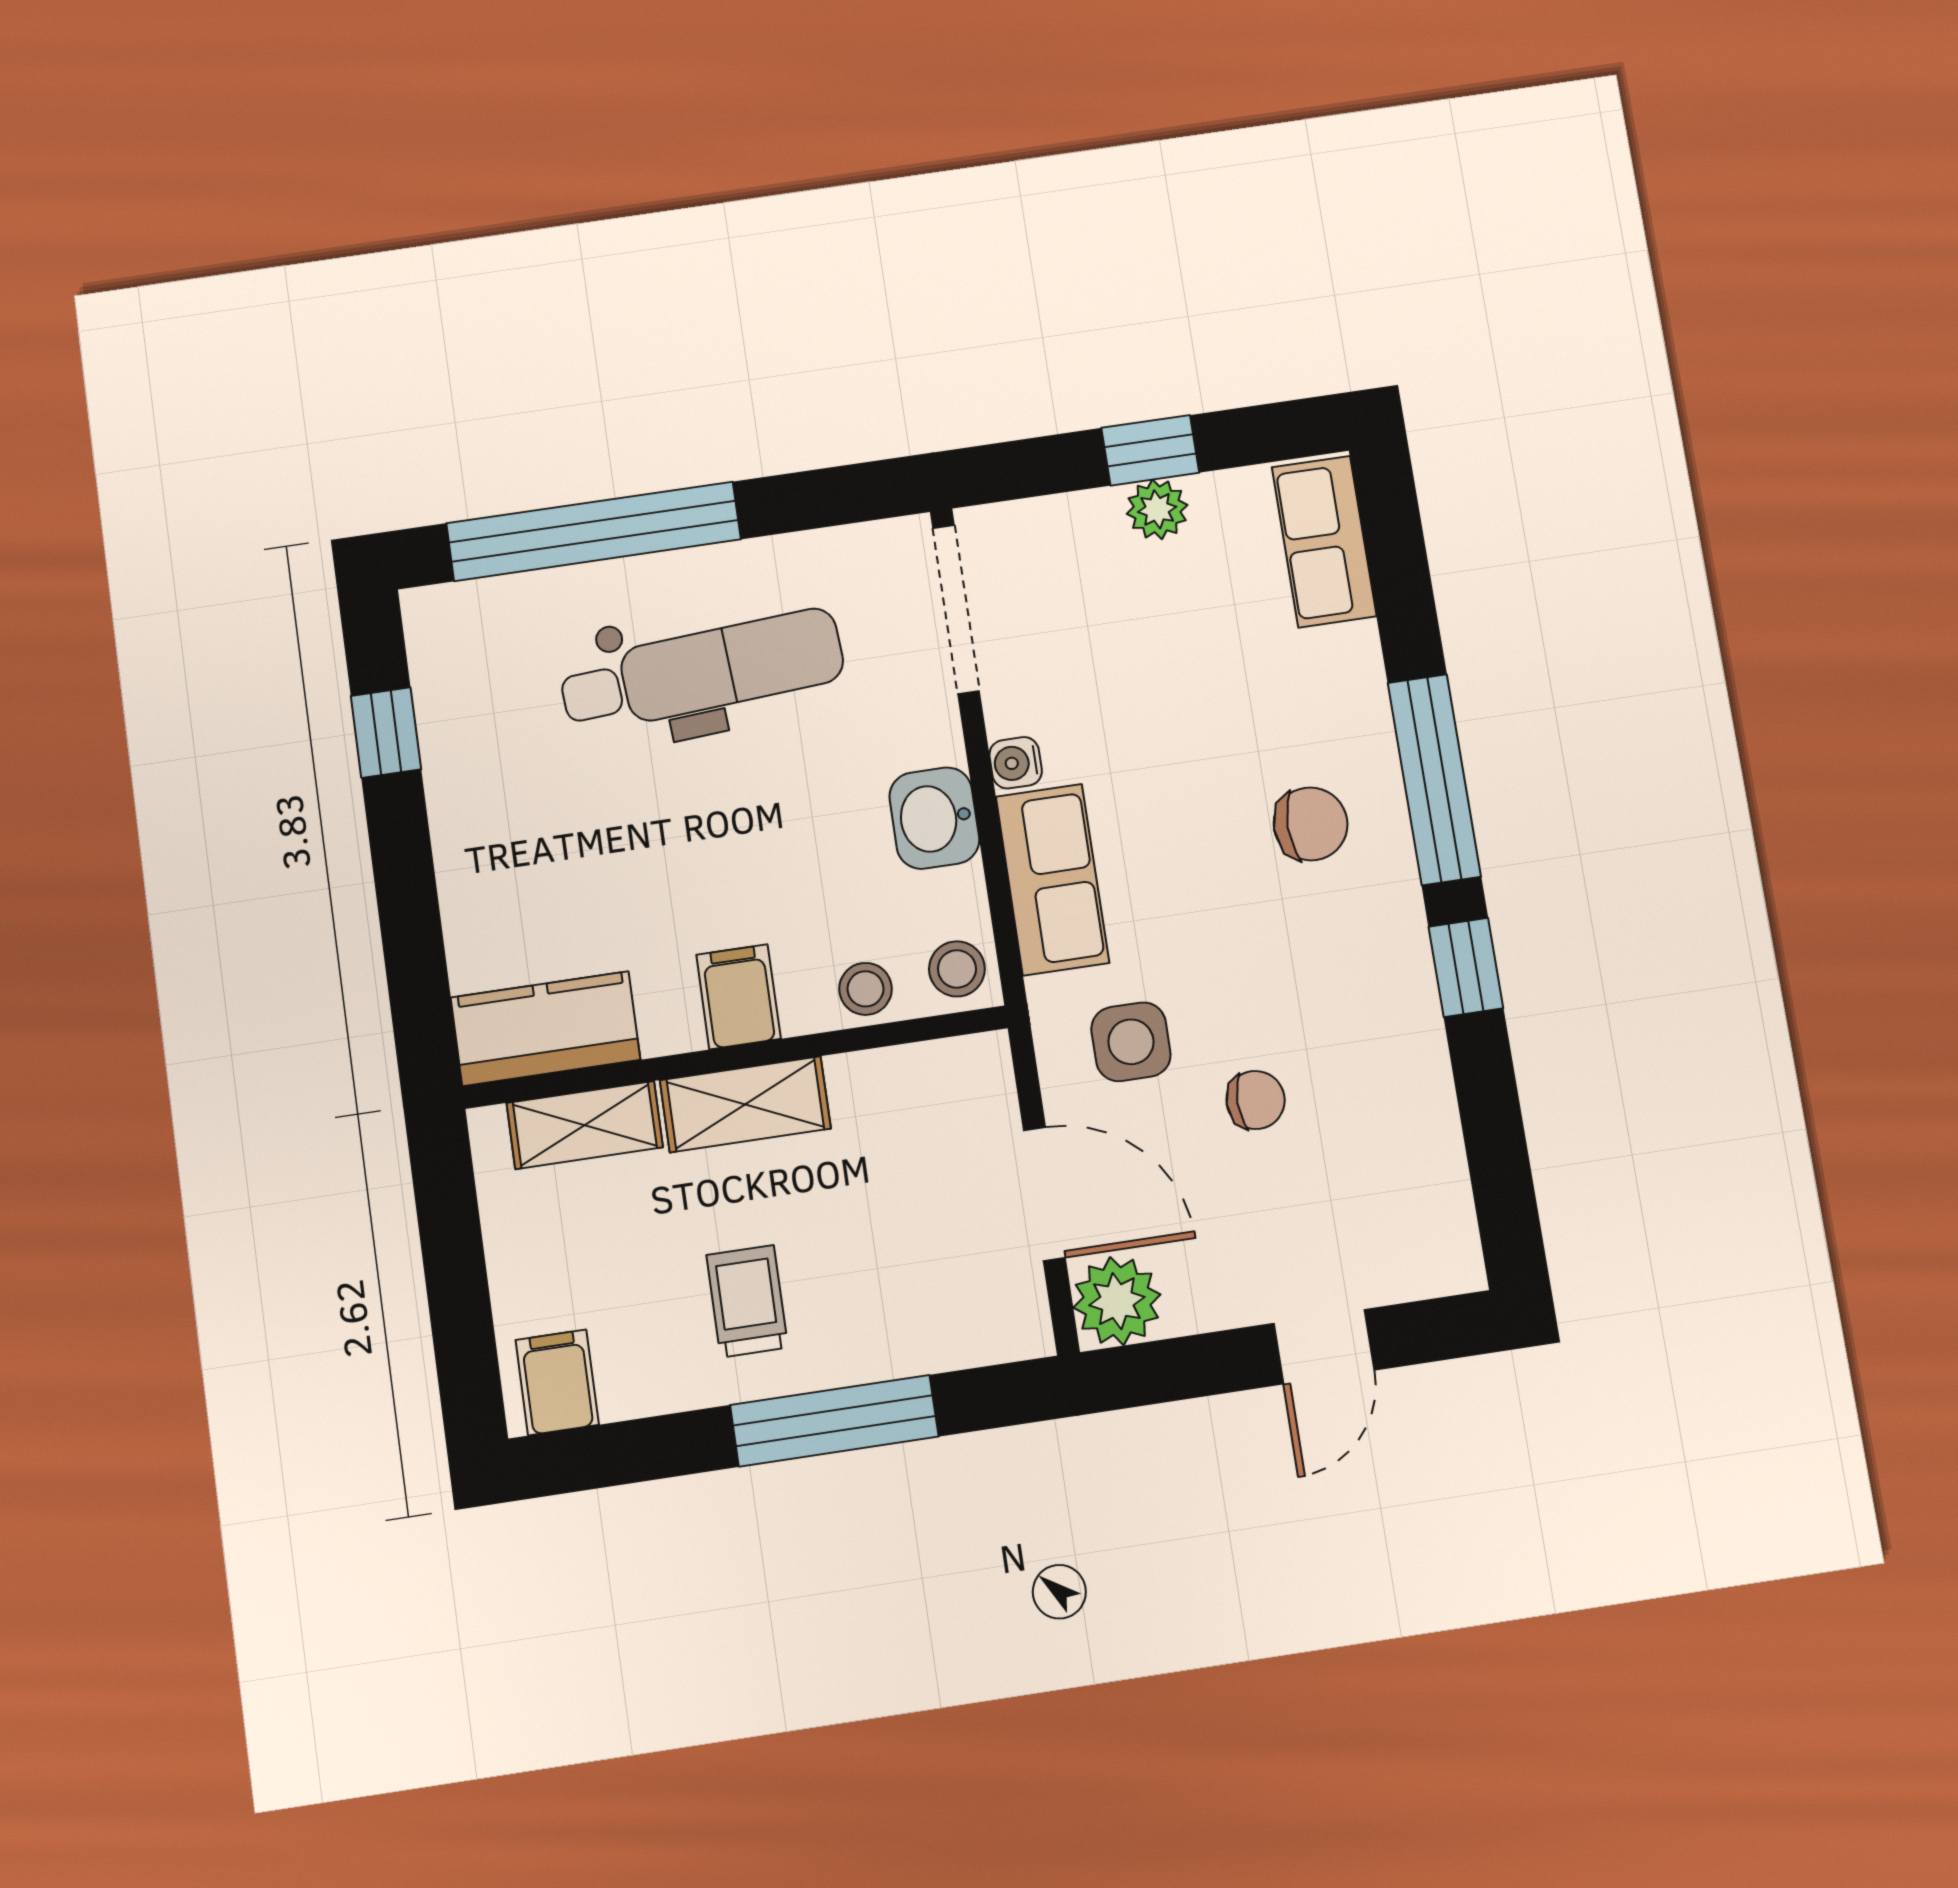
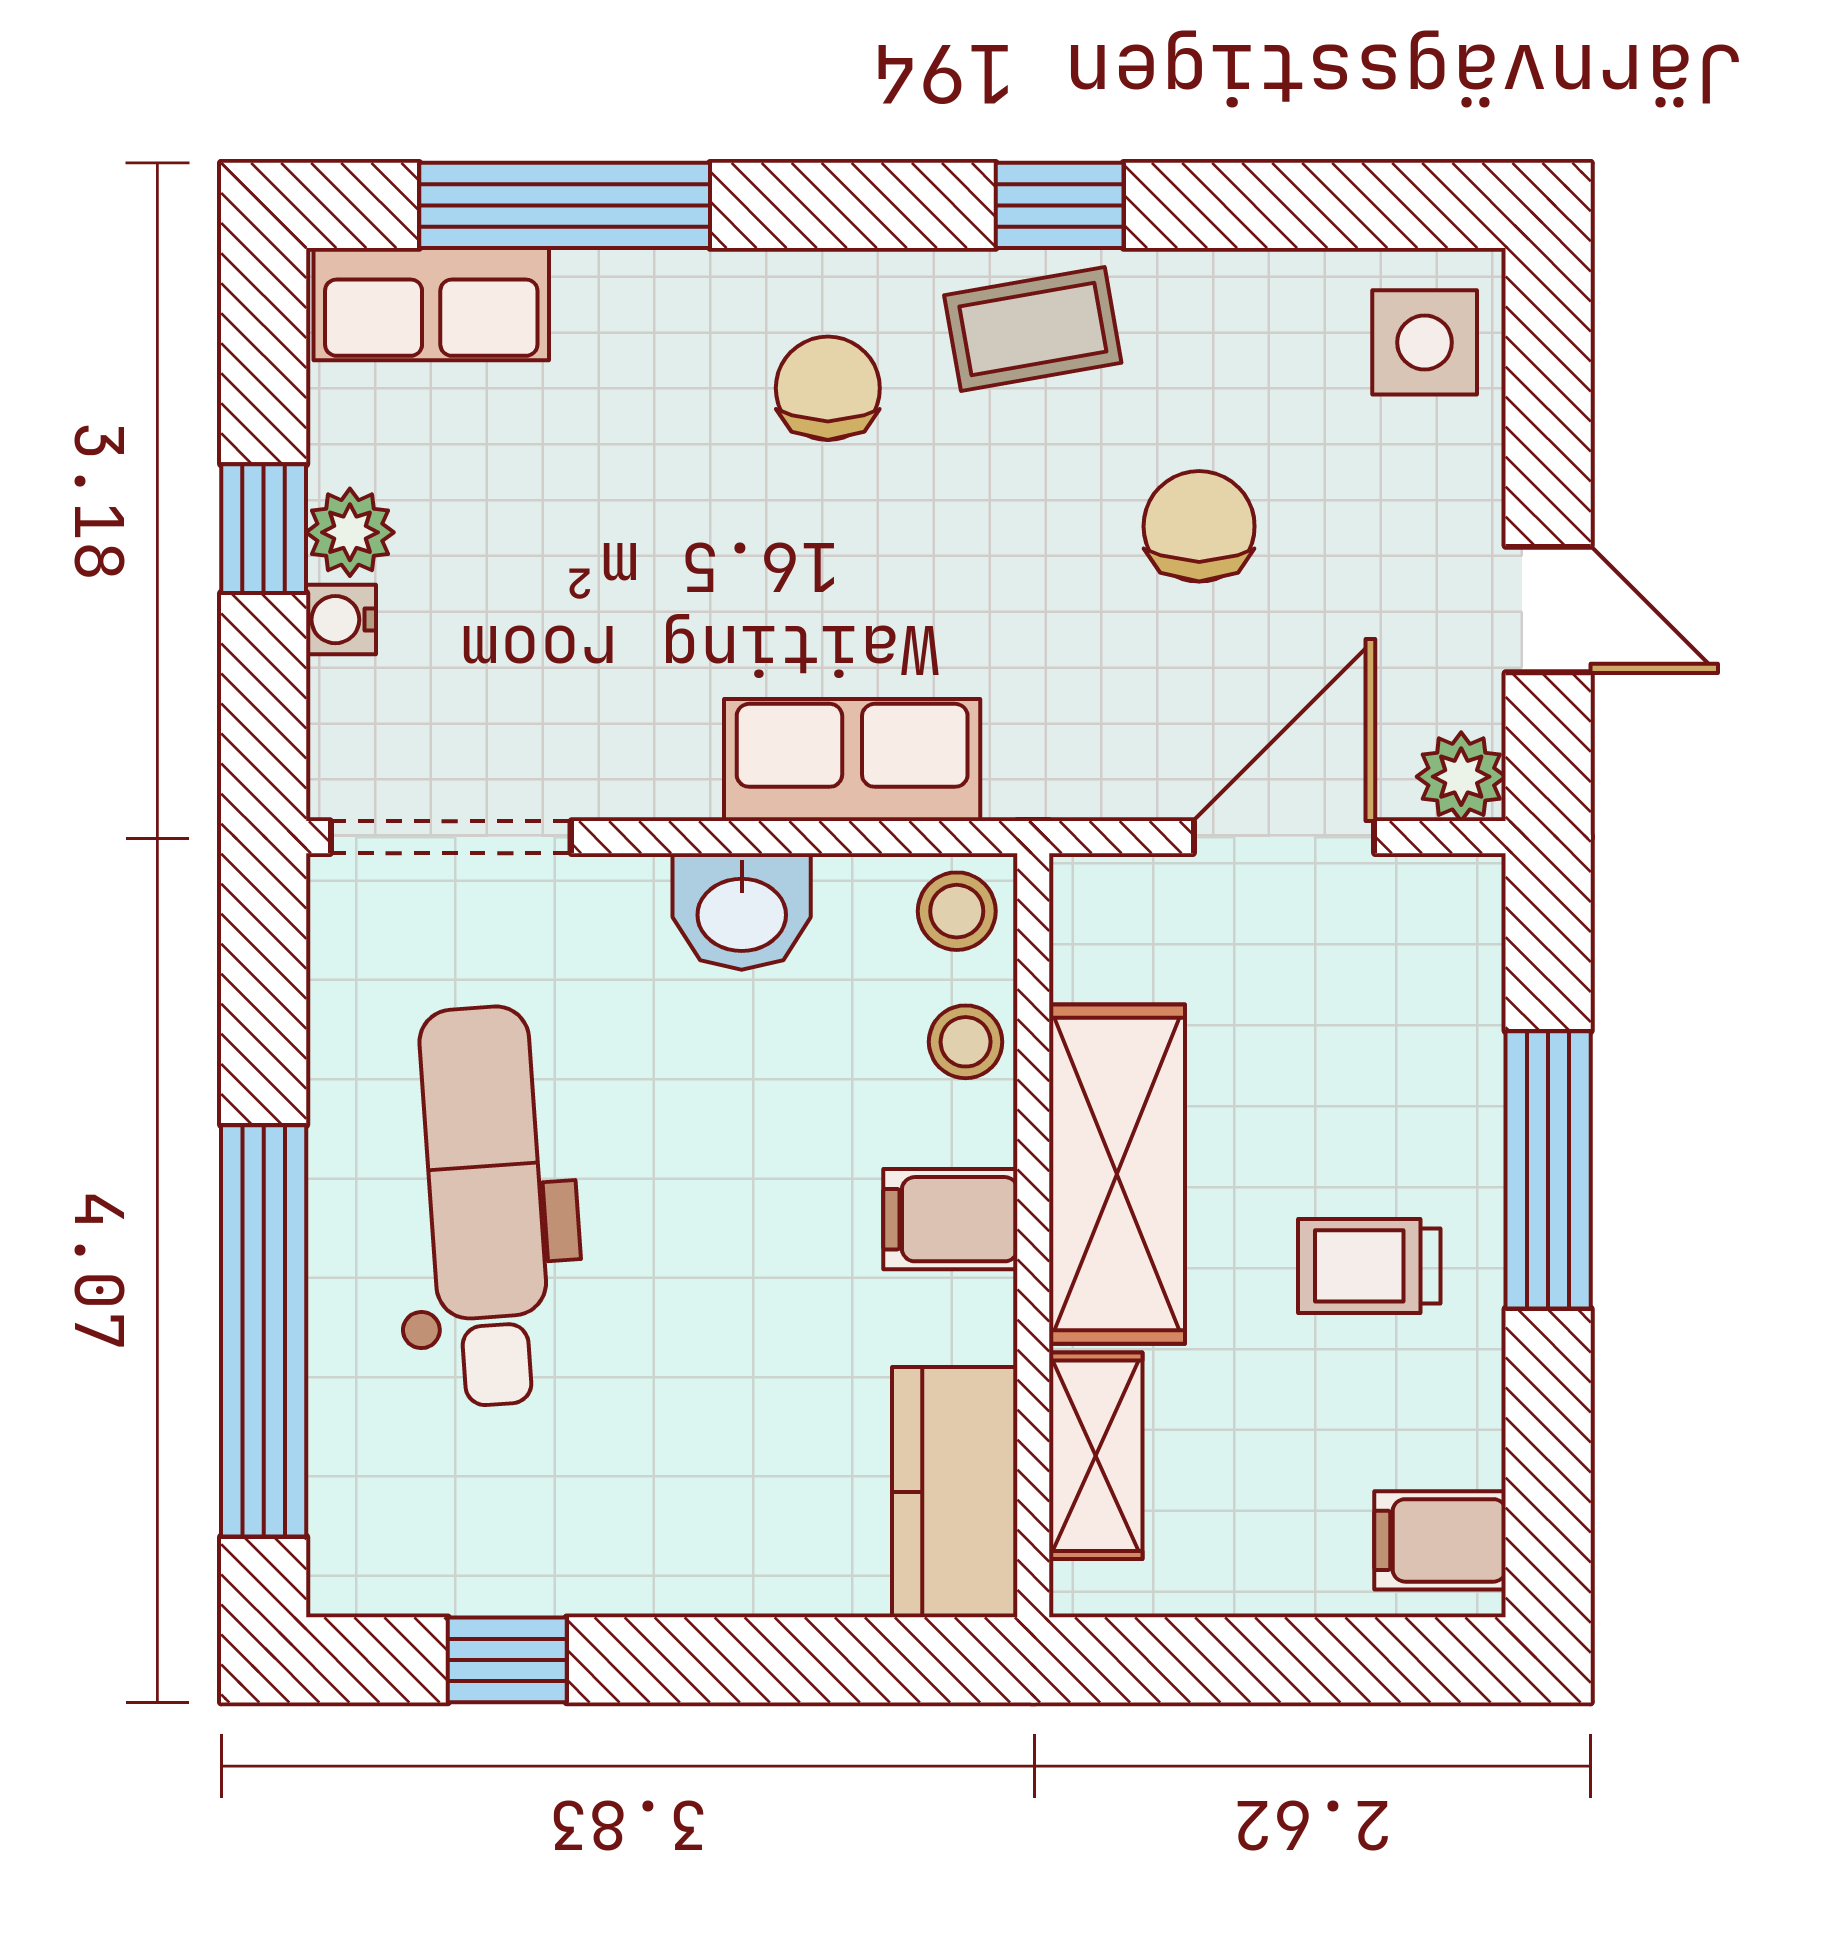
water cooler: (1016, 763) -> (341, 620), moved, turned 90
window: (1434, 780) -> (565, 205), moved
coffee table: (1376, 961) -> (1033, 329), added
side table: (1131, 1042) -> (1425, 342), moved
chair: (1256, 1100) -> (1199, 526), width x1.37, depth x1.37
shelving: (745, 1104) -> (1117, 1174), width x1.50, depth x1.33
plant: (1117, 1301) -> (1461, 777), width x0.73, depth x0.73
door: (1324, 1347) -> (1548, 610), moved

